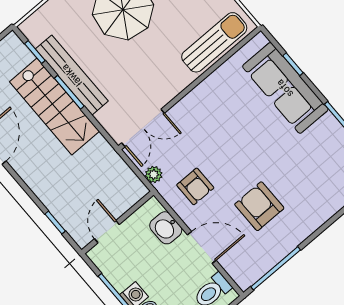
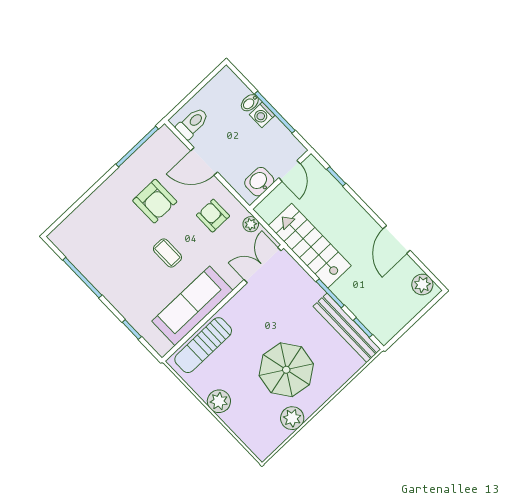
bench: (72, 75) -> (347, 328), moved
sofa: (285, 88) -> (192, 306), moved, turned -90
stairs: (54, 106) -> (310, 246), moved
coffee table: (248, 147) -> (167, 253), added
washbasin: (166, 228) -> (259, 182), moved, turned -90

